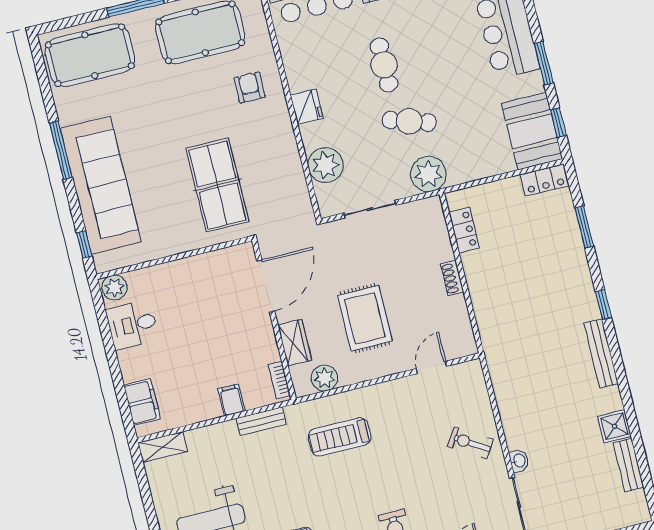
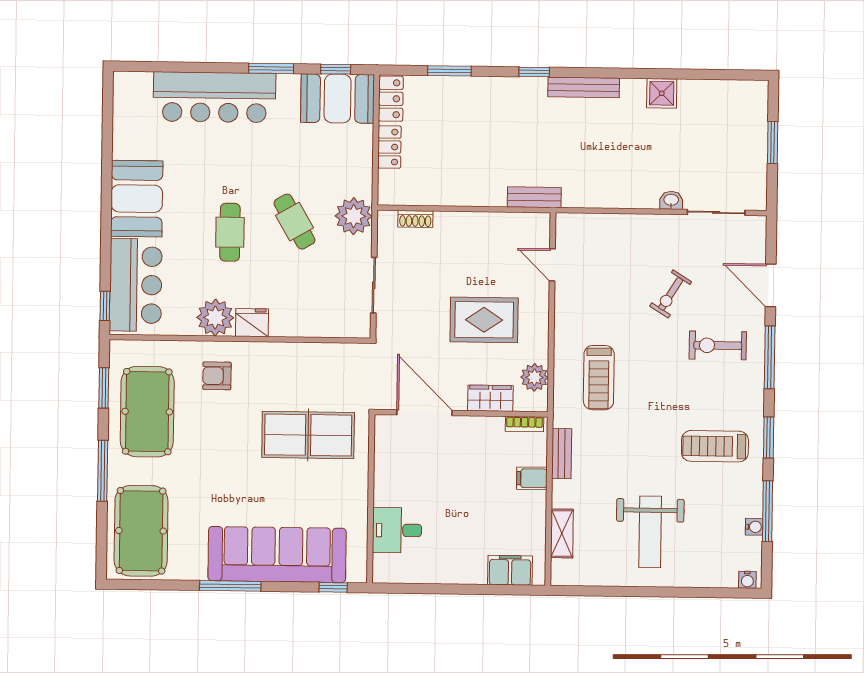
cafe table: (384, 65) -> (230, 232), turned 90
cafe table: (409, 121) -> (294, 222), turned -48
plant: (326, 165) -> (215, 318), moved
locker: (464, 230) -> (389, 147), moved, turned 90
shoe rack: (452, 278) -> (415, 219), moved
plant: (114, 288) -> (385, 568), removed
desk: (132, 325) -> (397, 530), moved, turned 90
exercise bike: (470, 443) -> (671, 294), moved
shelving: (163, 447) -> (562, 533), moved
bench: (629, 465) -> (534, 197), moved

